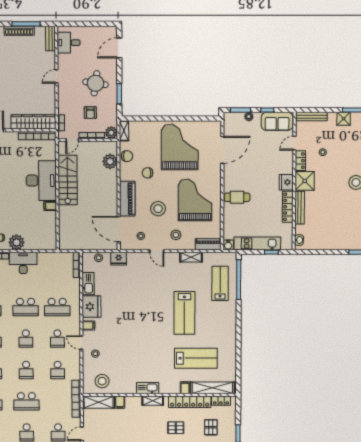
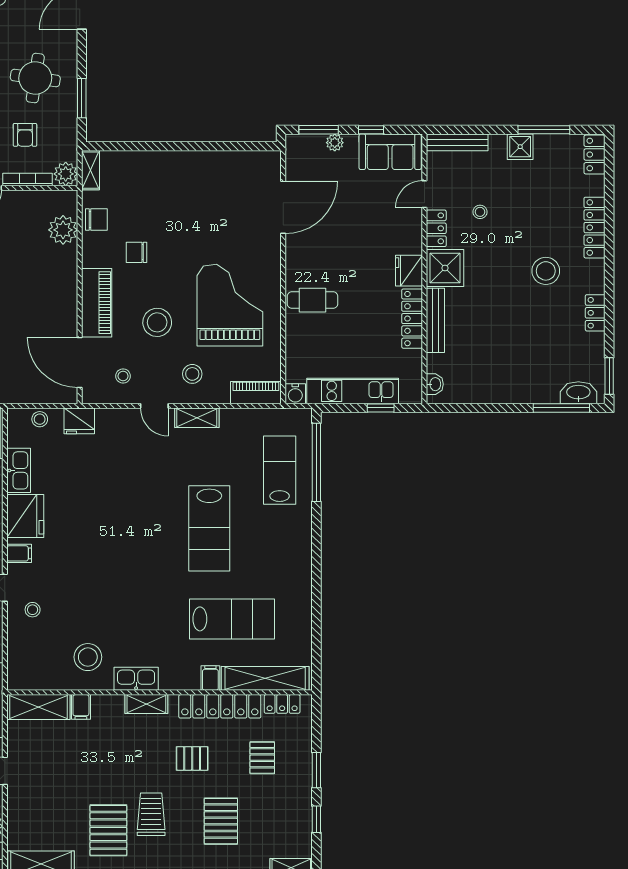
grand piano: (180, 147) -> (200, 202), removed
shelving: (191, 257) -> (197, 418), moved
stool: (102, 381) -> (88, 657), moved

